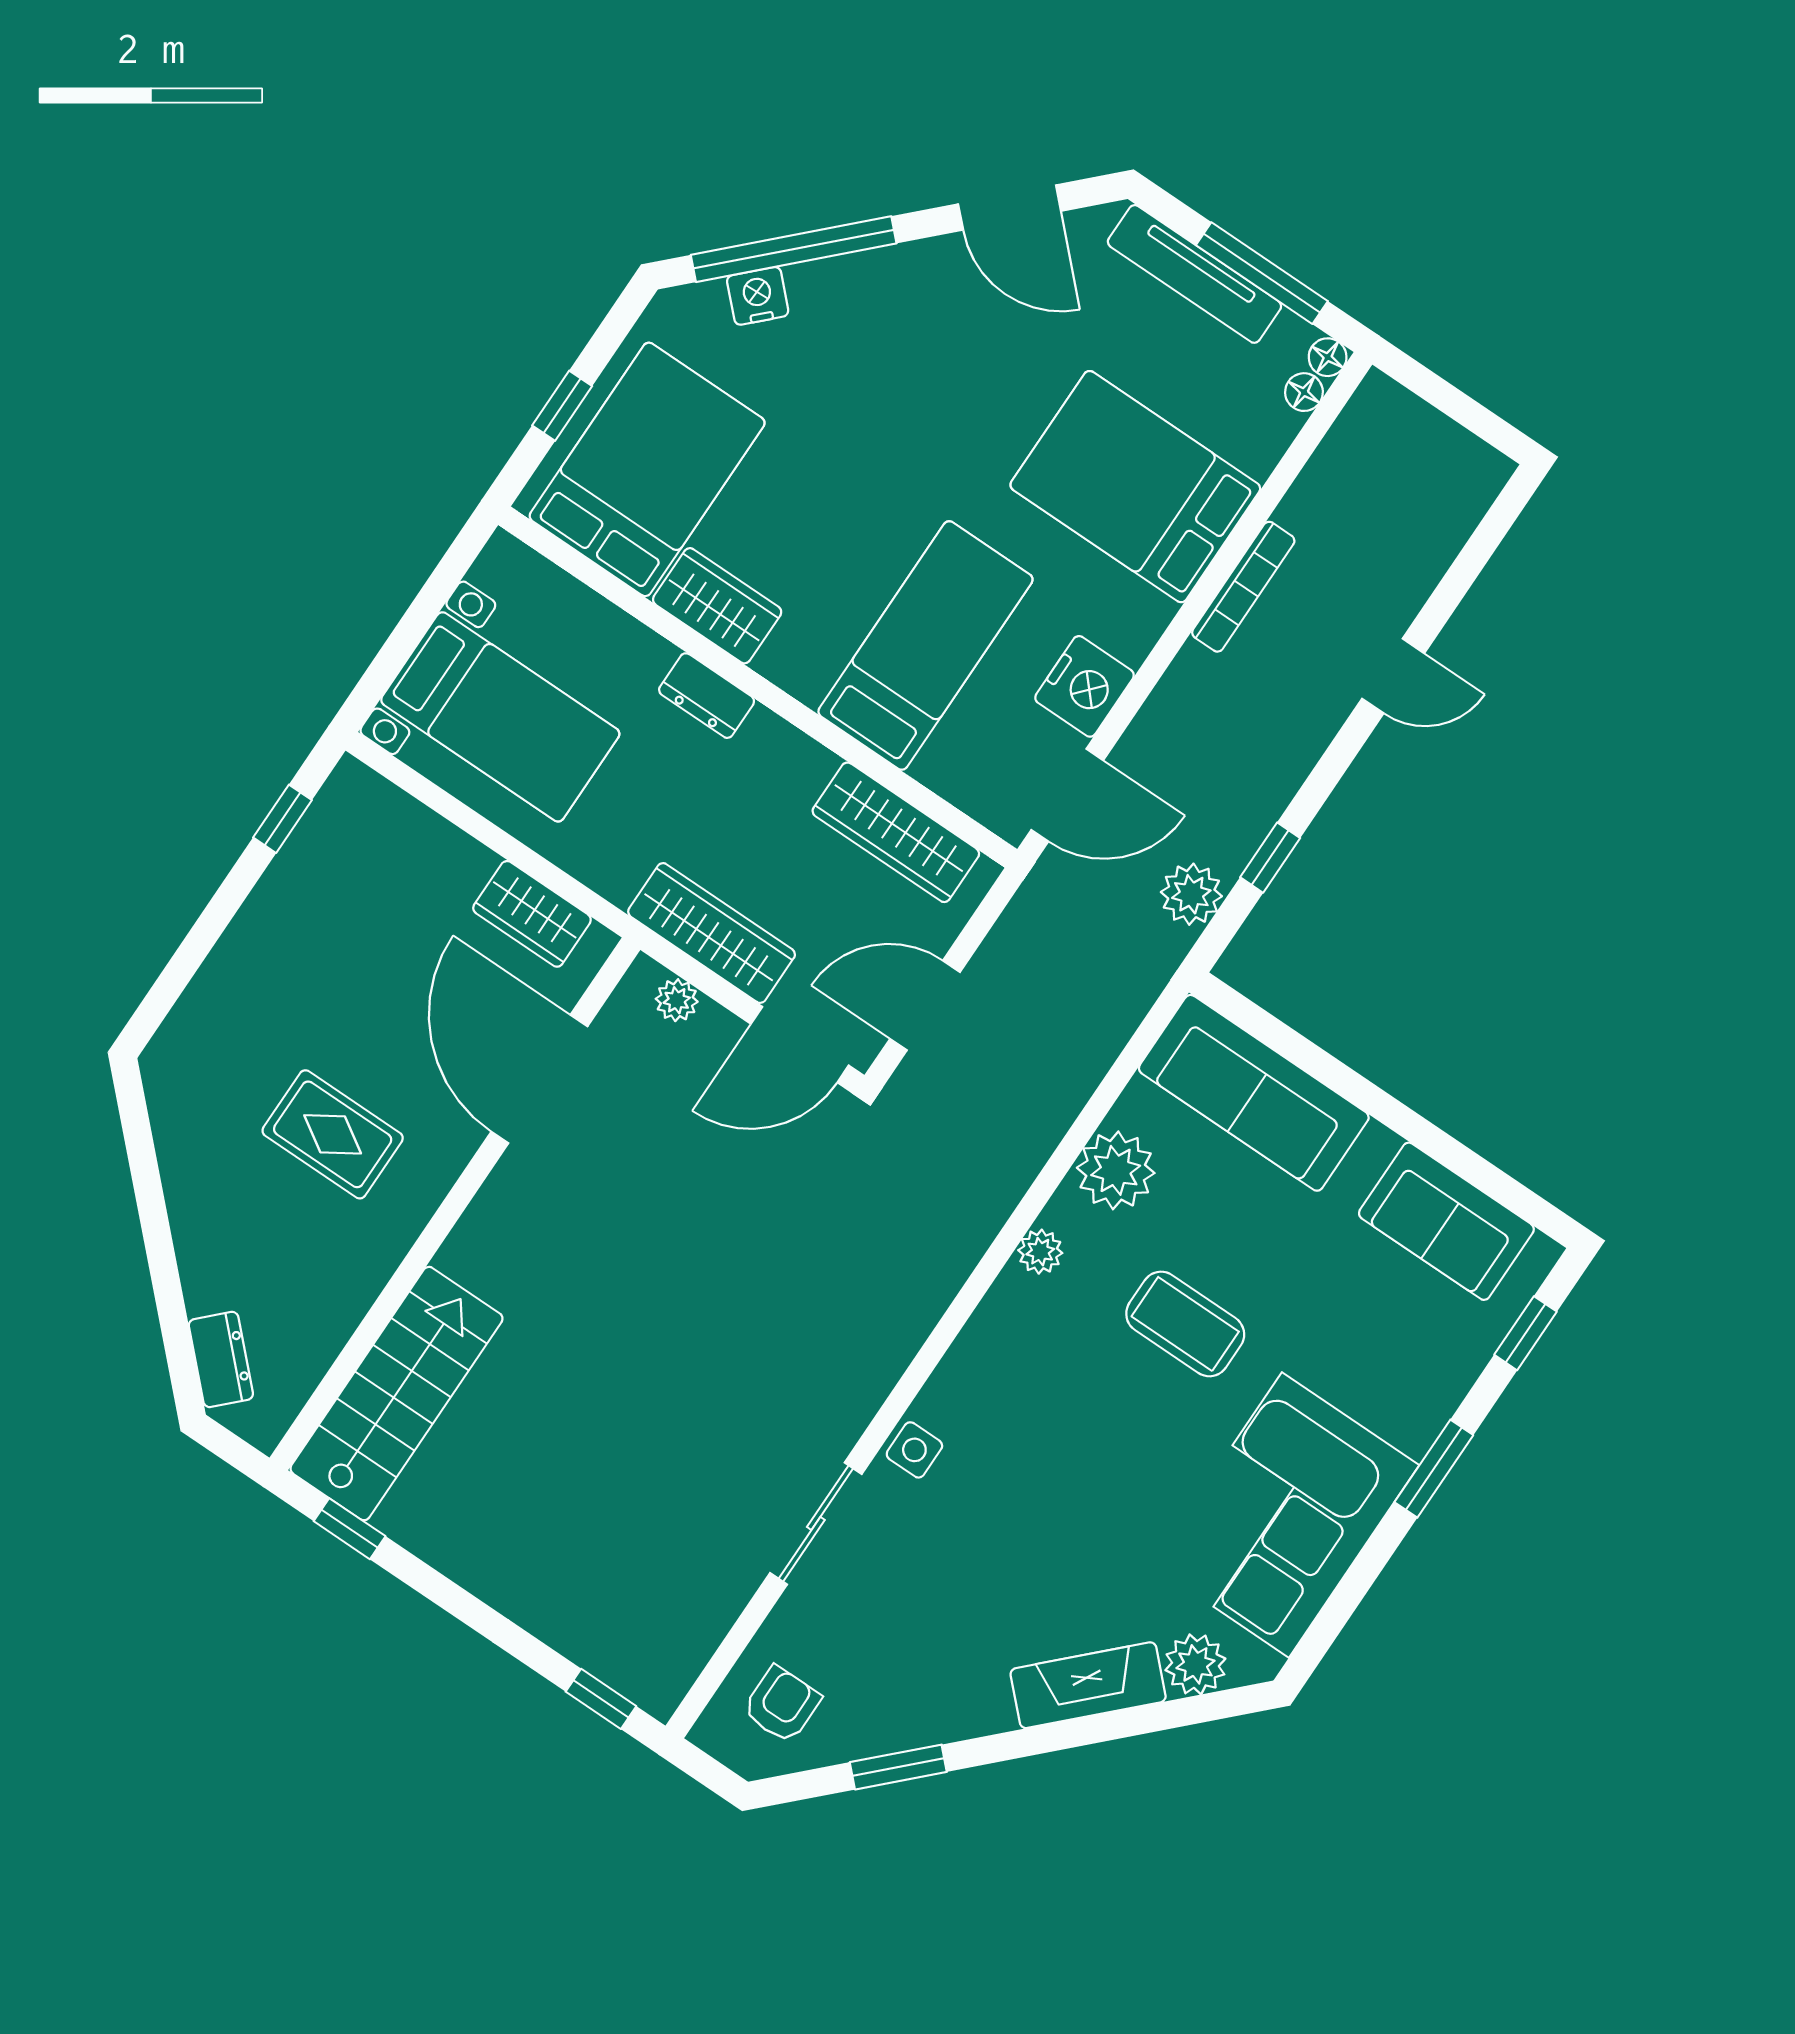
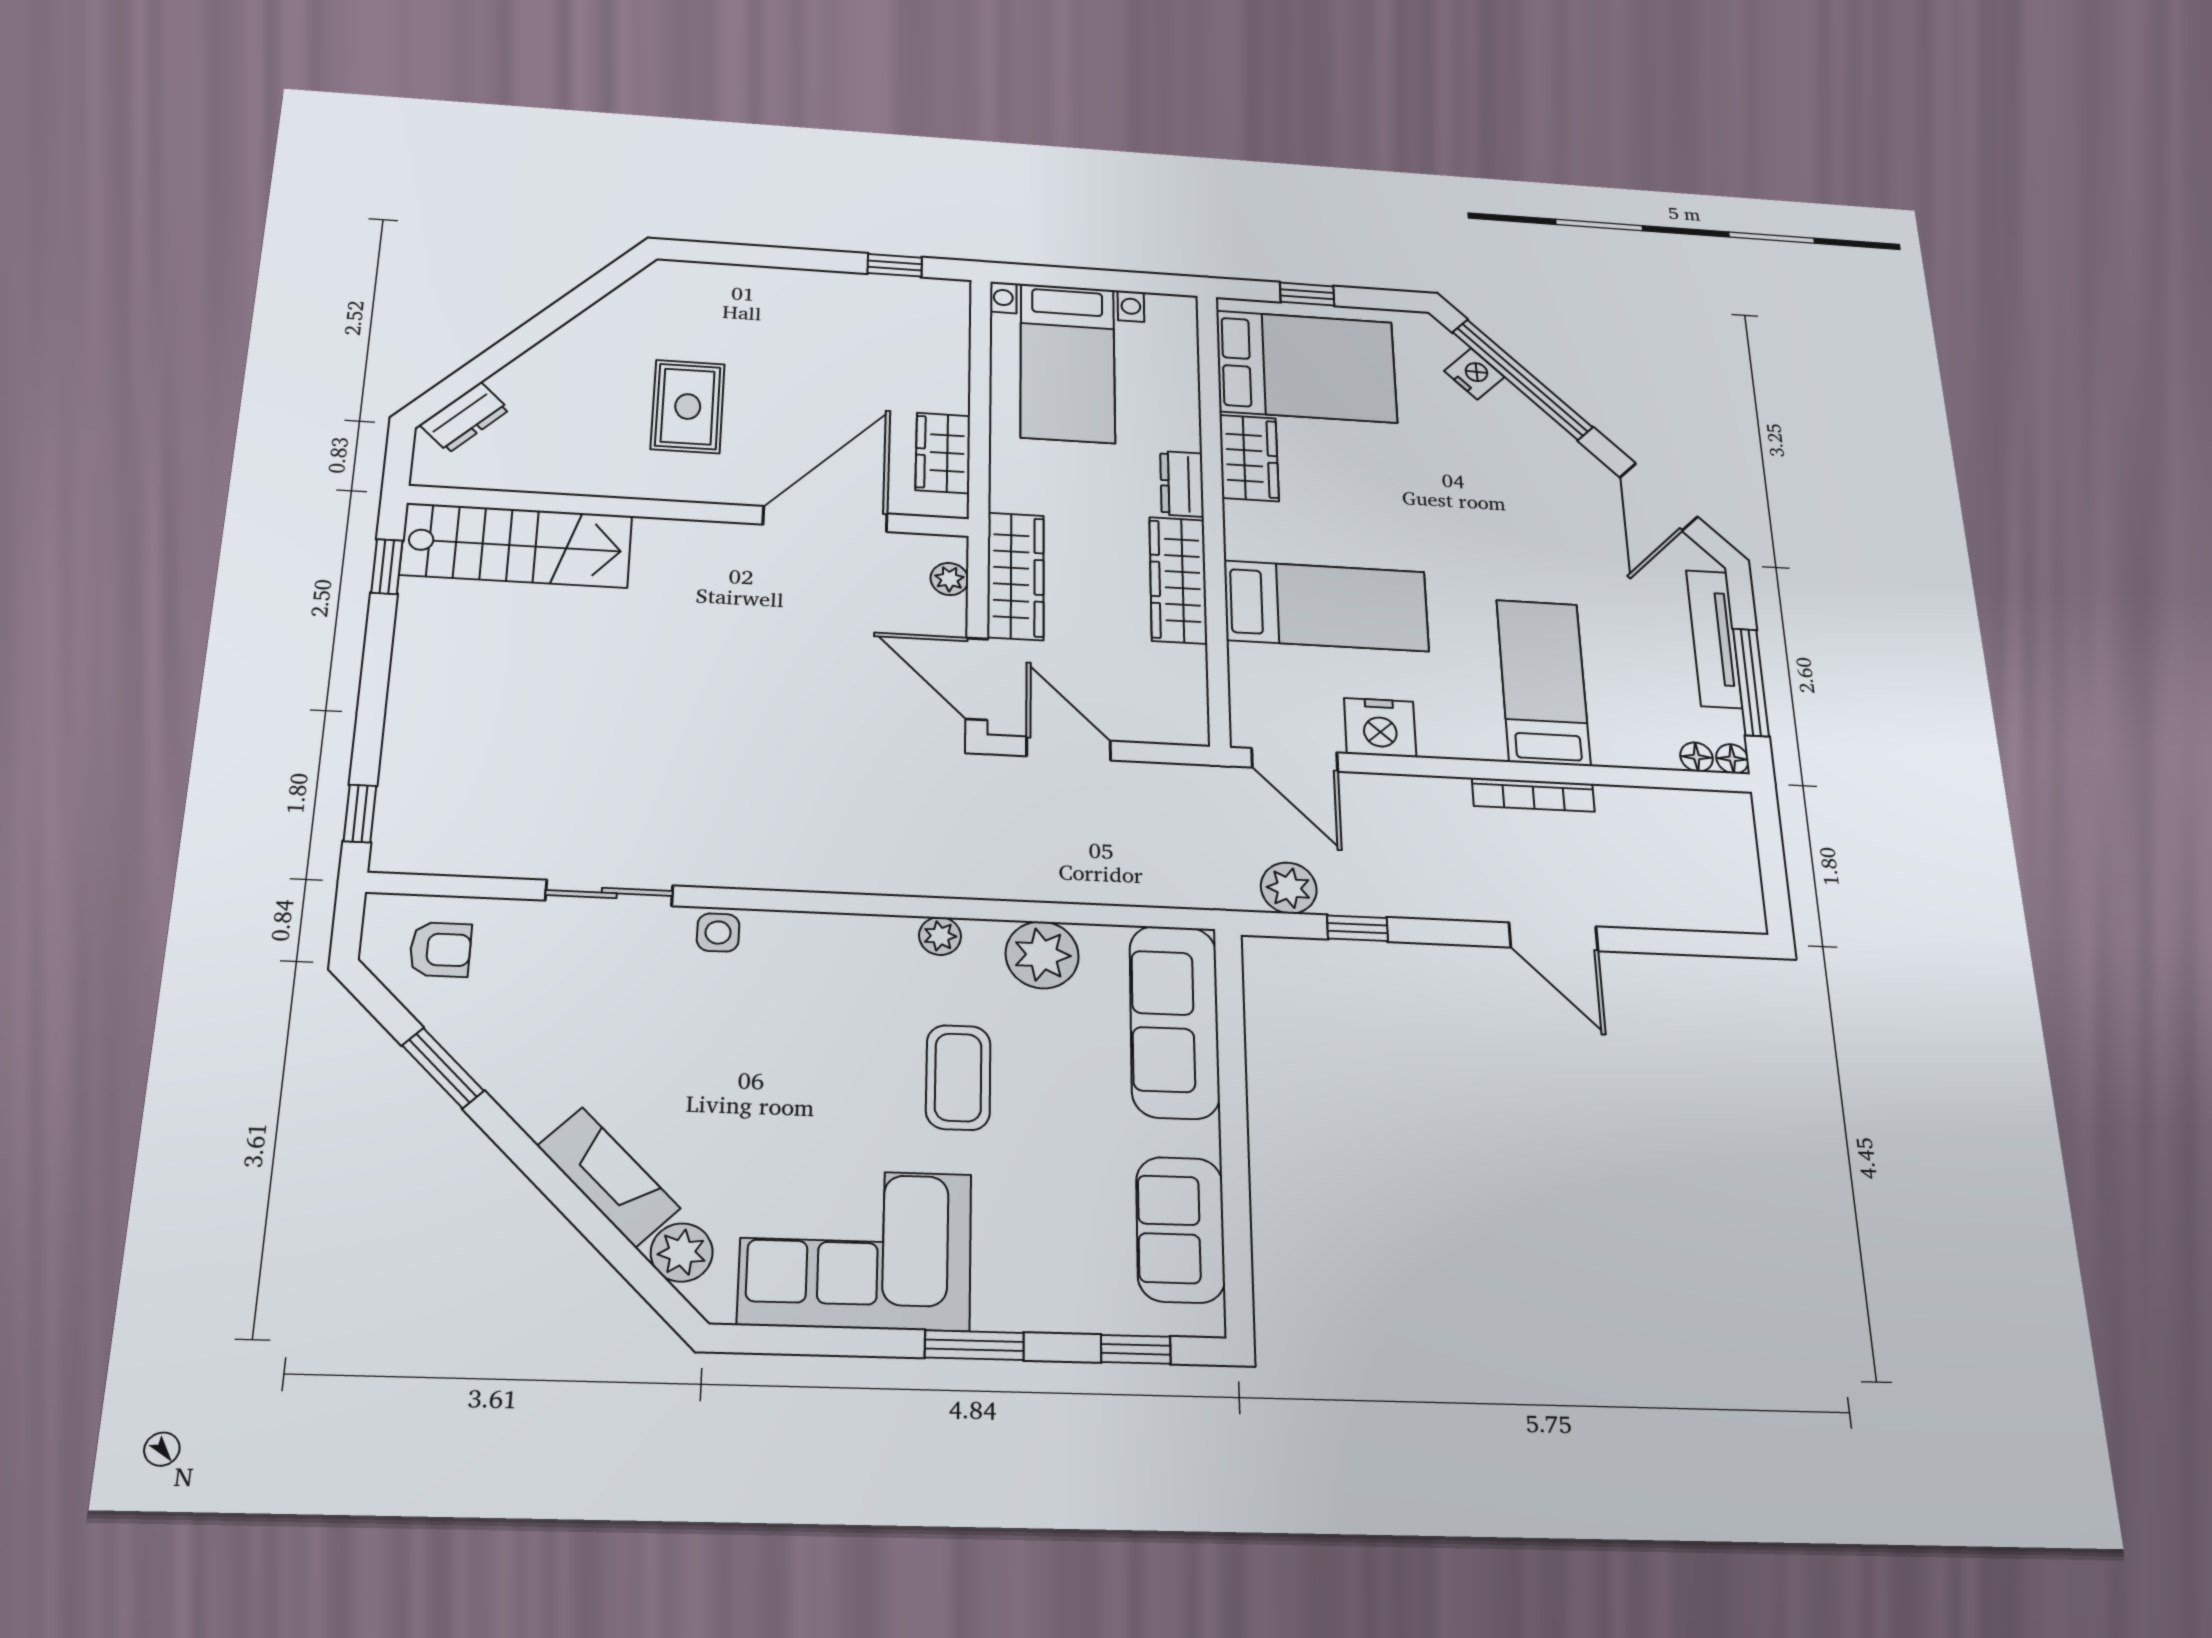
bed: (1135, 487) -> (1543, 682), width x0.67
door: (1393, 676) -> (1553, 937), width x1.38
wardrobe: (896, 832) -> (1178, 580), moved

